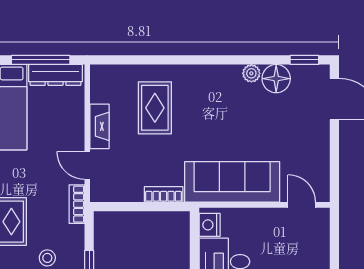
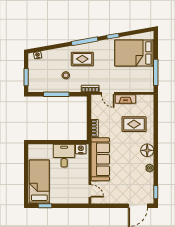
dresser: (56, 75) -> (149, 79), removed
floor lamp: (276, 79) -> (147, 150), moved
door: (87, 165) -> (108, 93), swing flipped
door: (302, 205) -> (90, 191), hinge flipped

